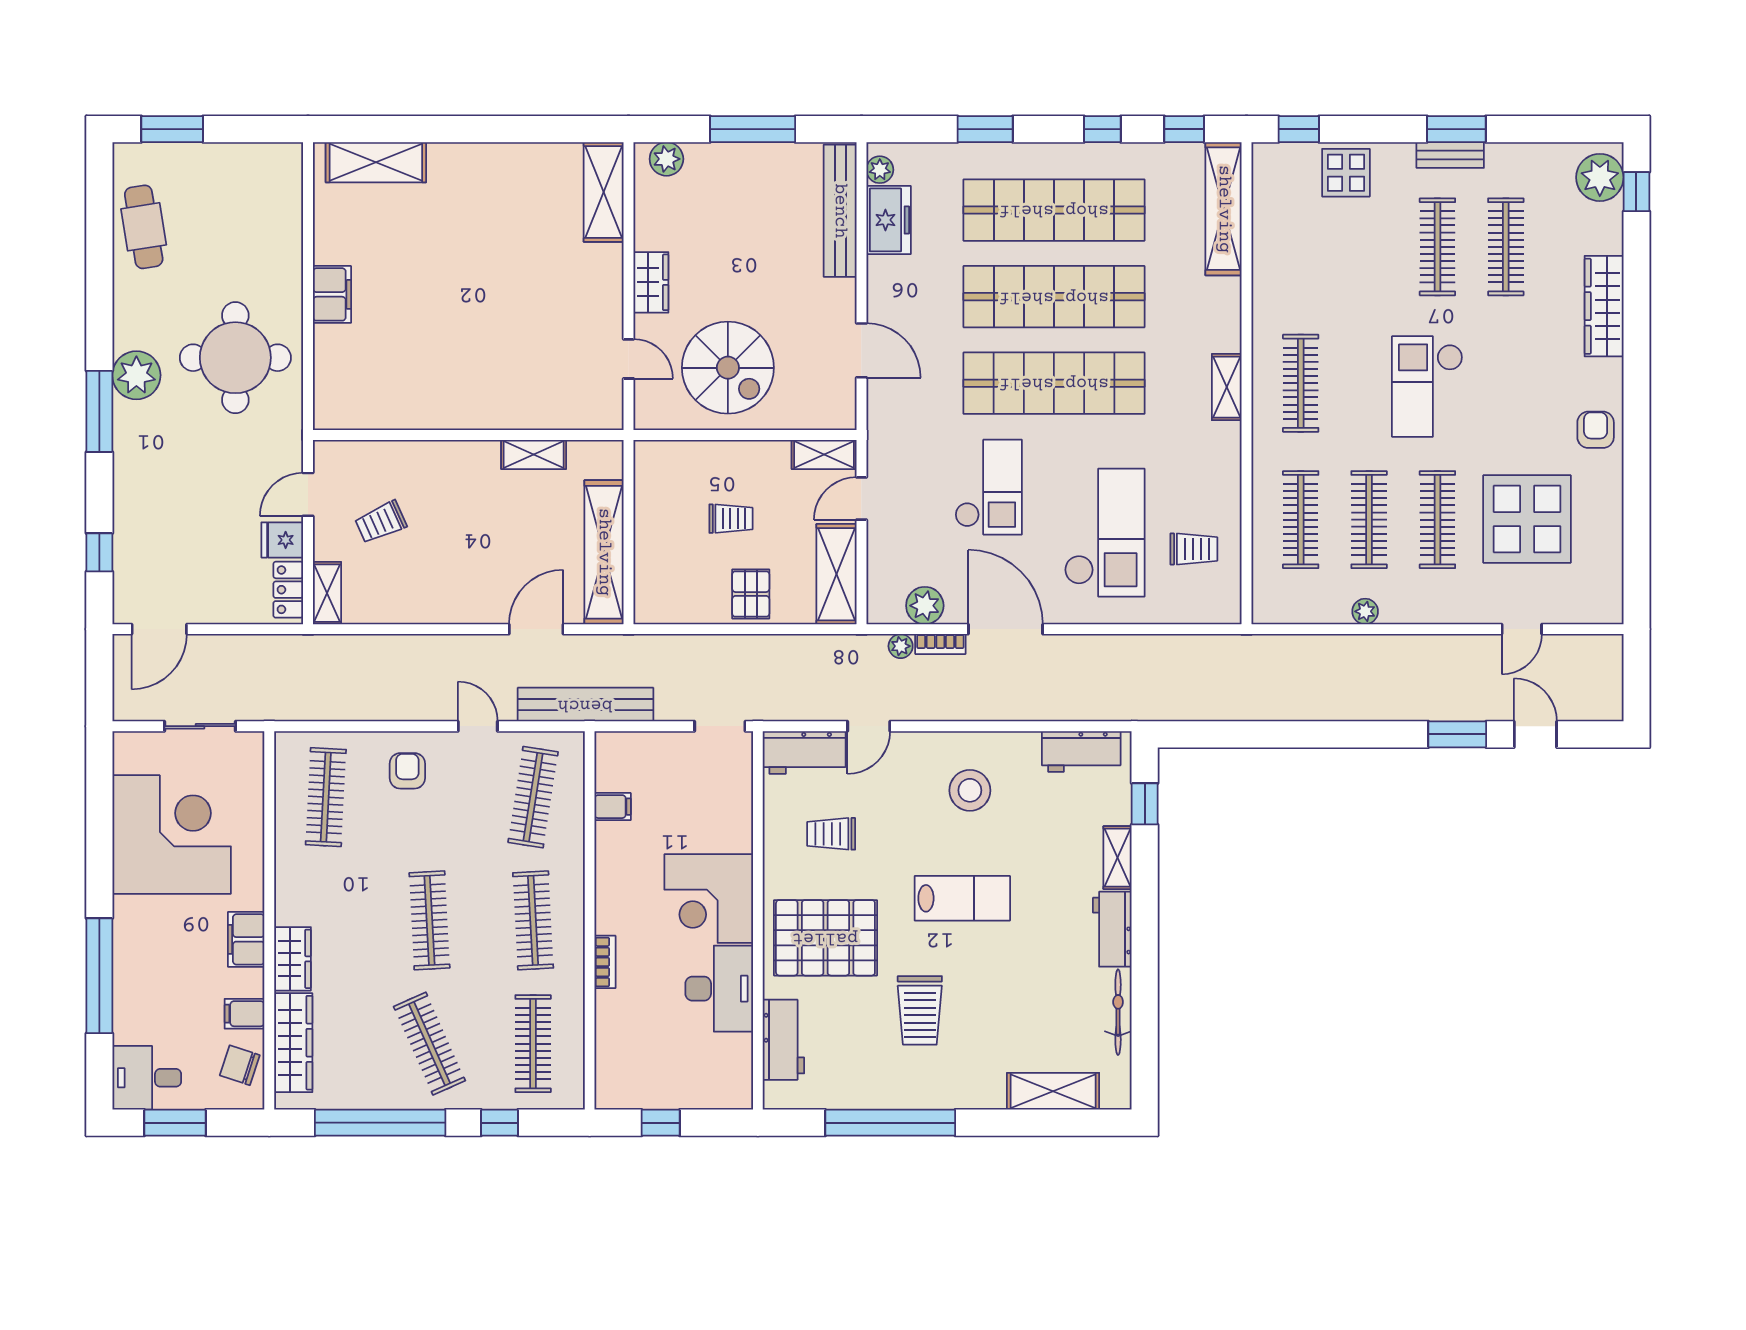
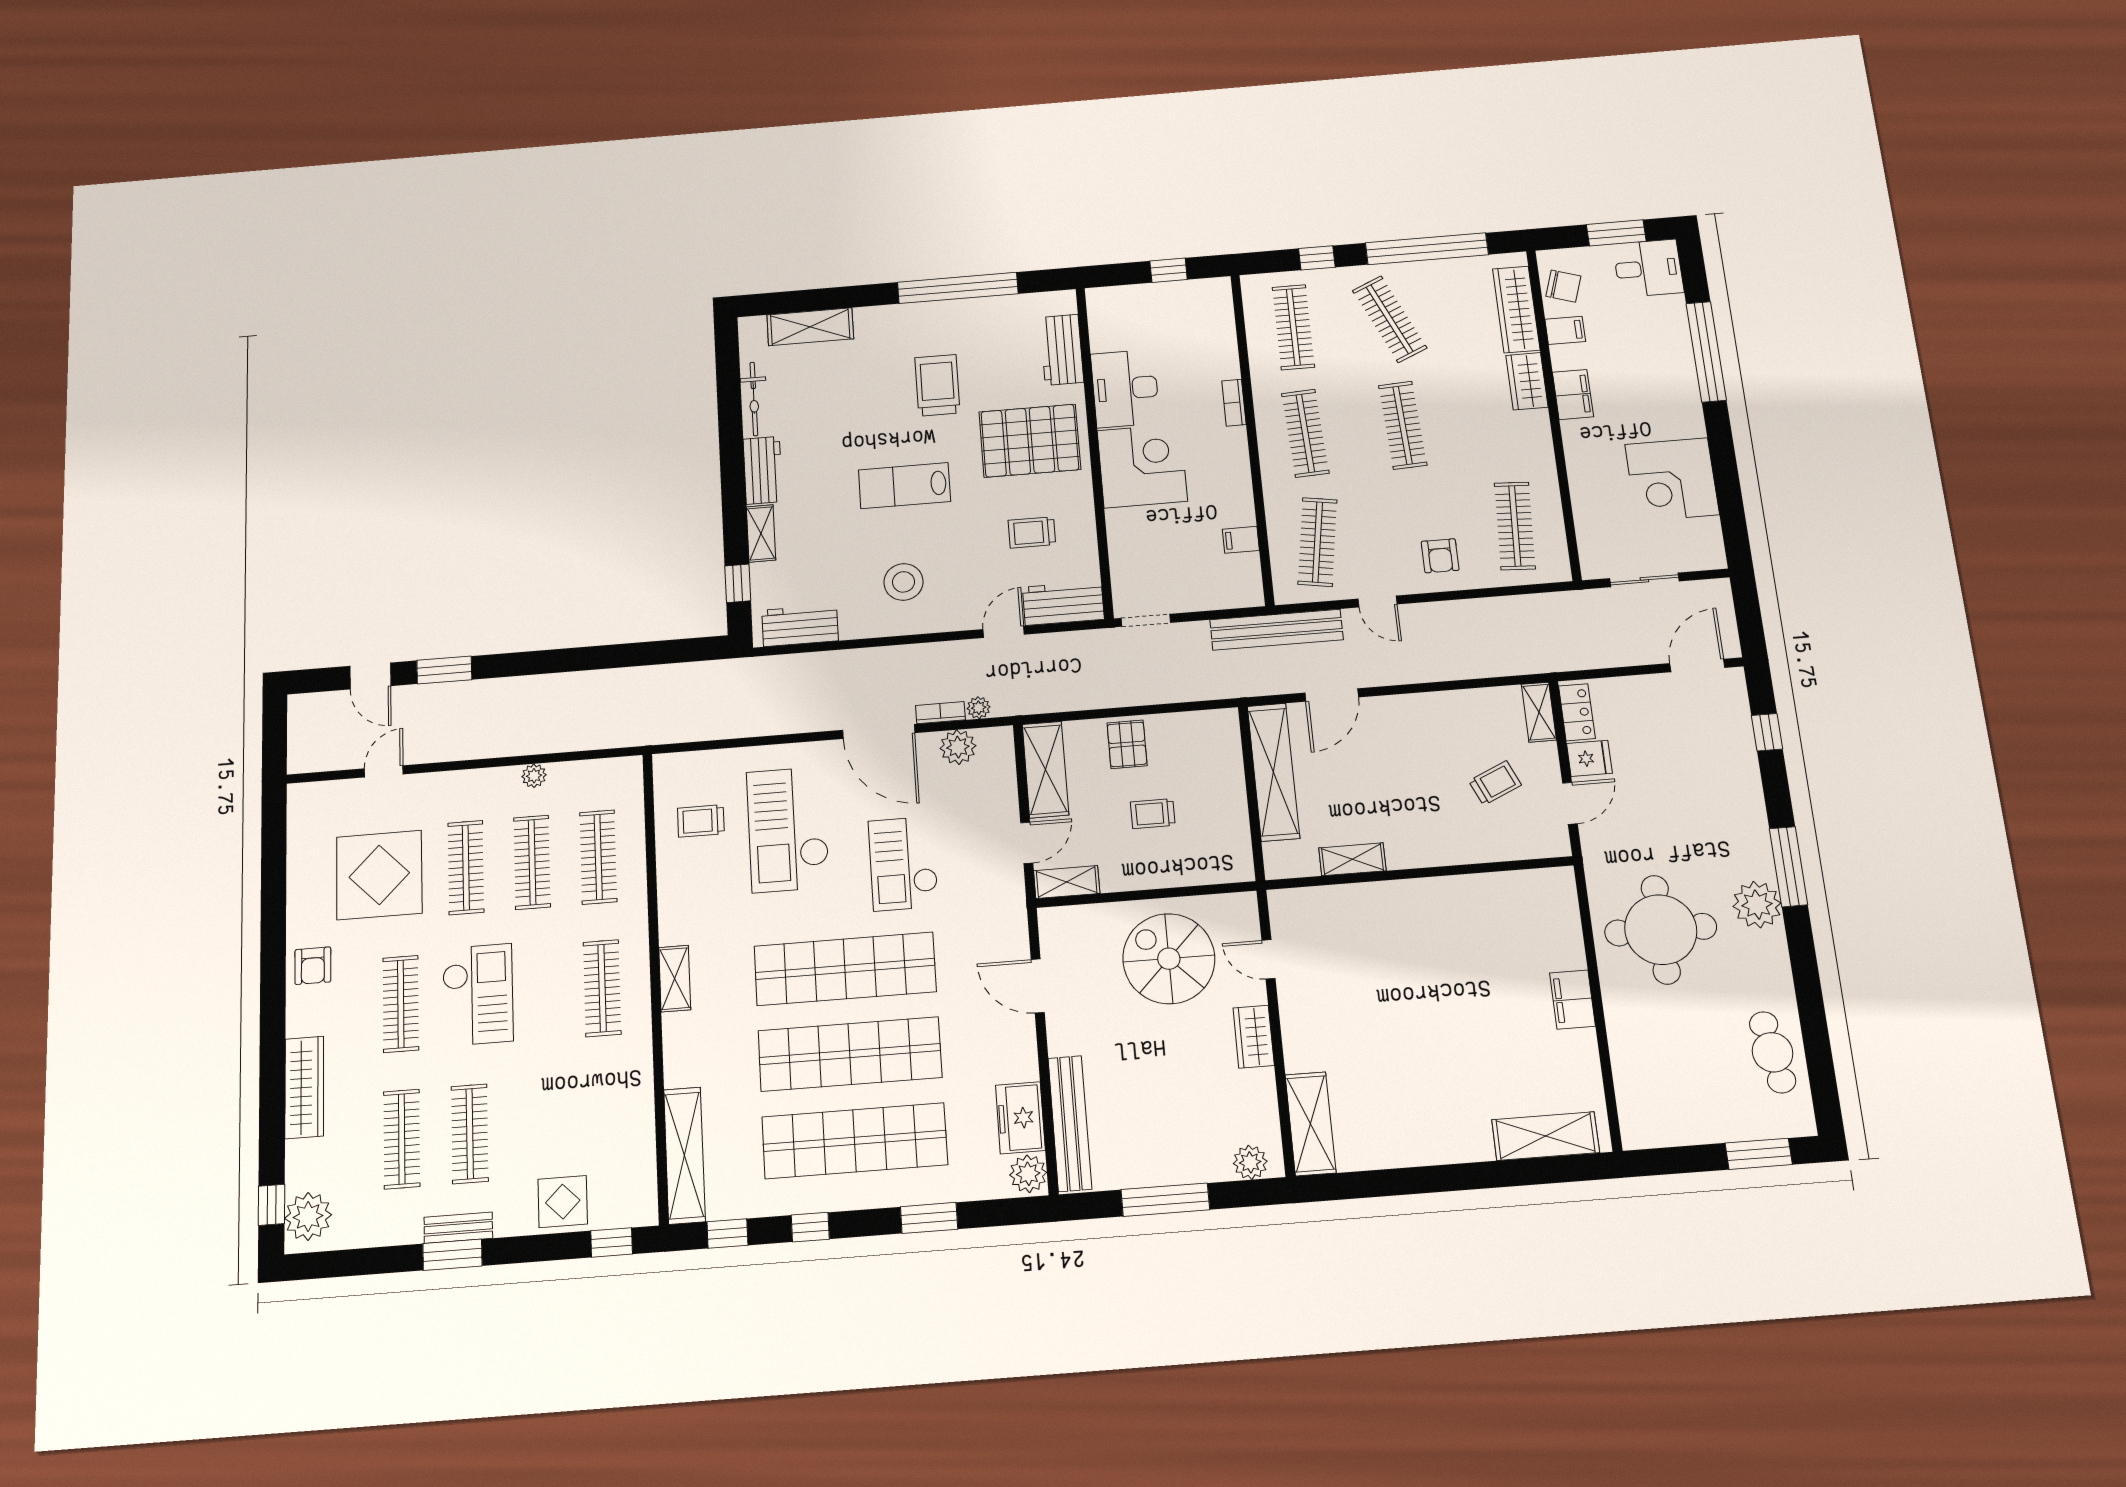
plant: (880, 170) -> (1028, 1174), width x1.38, depth x1.38
clothes rail: (1506, 383) -> (401, 1004), added
corner desk: (172, 834) -> (1672, 479), width x0.74, depth x0.74
trolley: (831, 834) -> (1032, 532), turned 180

